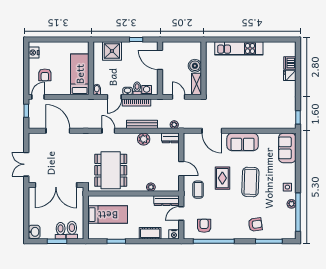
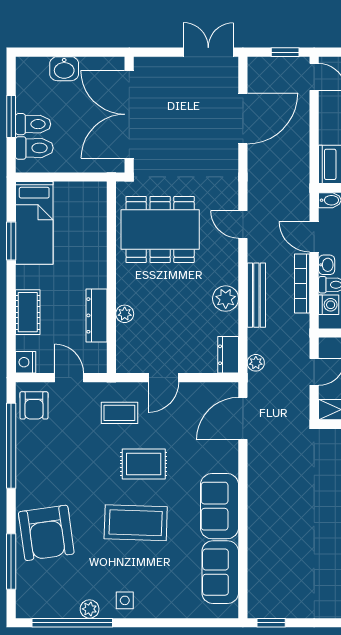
door: (108, 131) -> (243, 224), swing flipped
door: (212, 131) -> (243, 418), moved
sofa: (287, 148) -> (220, 572), moved, turned -90
double door: (26, 164) -> (208, 52), moved
dresser: (166, 201) -> (96, 315), moved
bed: (108, 215) -> (34, 223), moved
armchair: (255, 224) -> (46, 533), width x1.88, depth x1.88
armchair: (204, 226) -> (34, 405), moved, turned 90
washbasin: (34, 232) -> (64, 69), moved

